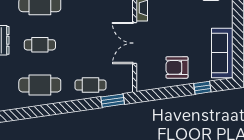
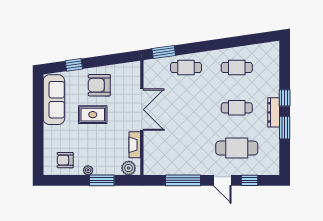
rug: (183, 38) -> (93, 115), added
armchair: (177, 67) -> (99, 85), turned 180
cafe table: (40, 85) -> (237, 68), width x0.73, depth x0.74

